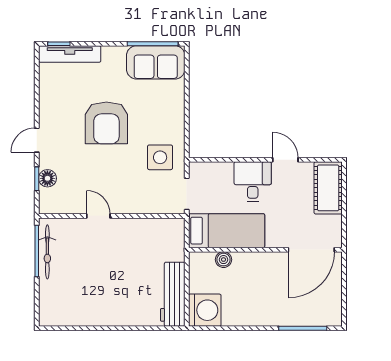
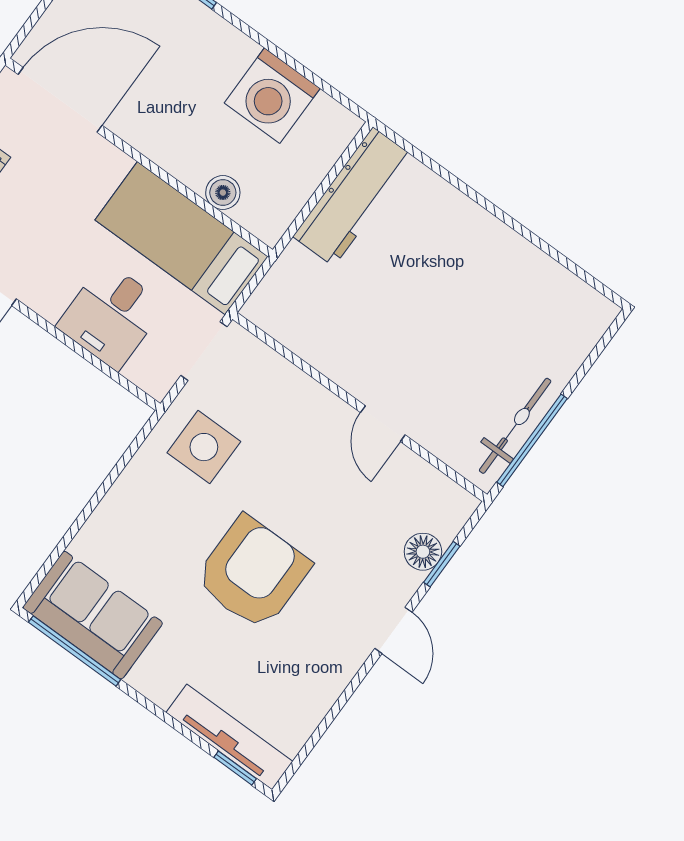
door: (37, 140) -> (393, 630), hinge flipped
desk: (253, 182) -> (111, 316), moved
washing machine: (205, 310) -> (272, 96), moved, turned -90

